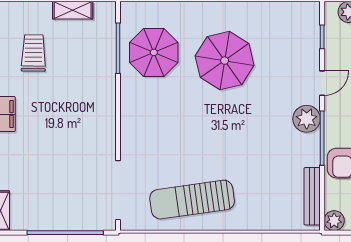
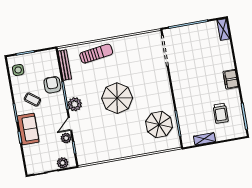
parasol: (225, 61) -> (117, 98), moved
sun lounger: (192, 200) -> (96, 54), moved, width x0.73, depth x0.75
plant: (334, 221) -> (66, 138), moved

